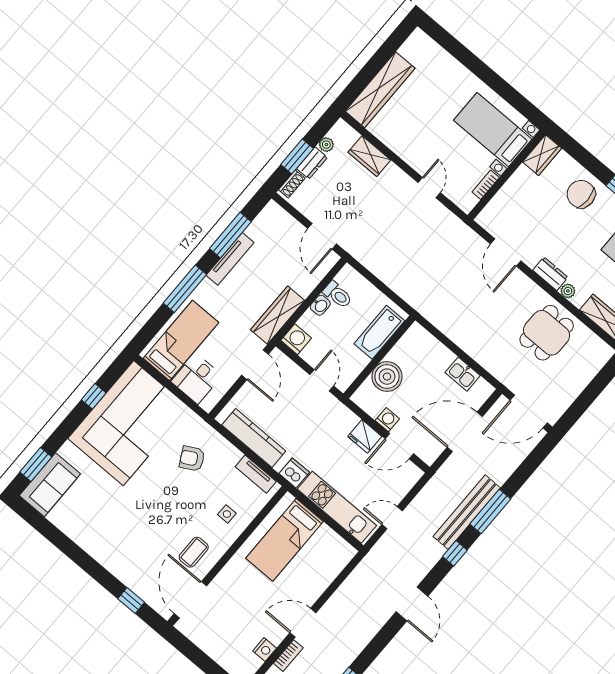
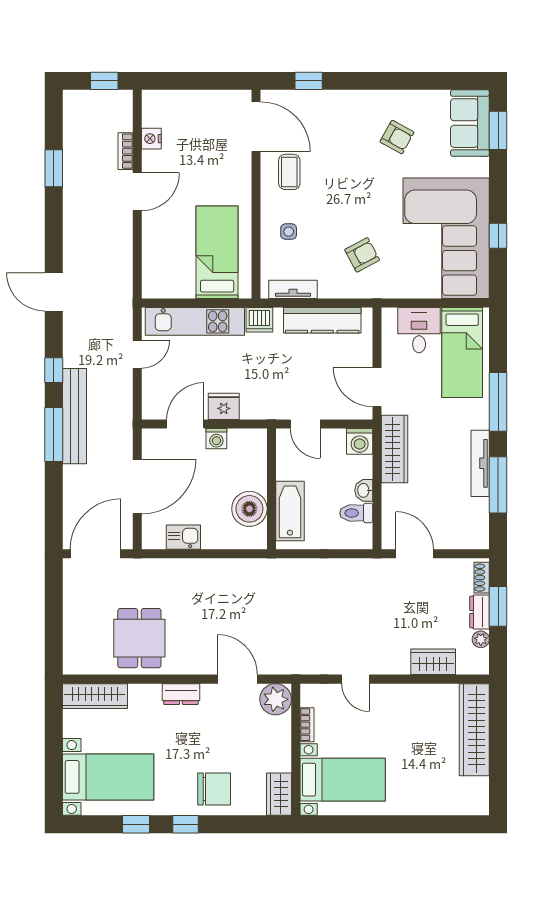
plant: (568, 291) -> (276, 699), moved, width x1.87, depth x1.87
boiler: (387, 377) -> (249, 509), moved
armchair: (105, 516) -> (397, 137), added

